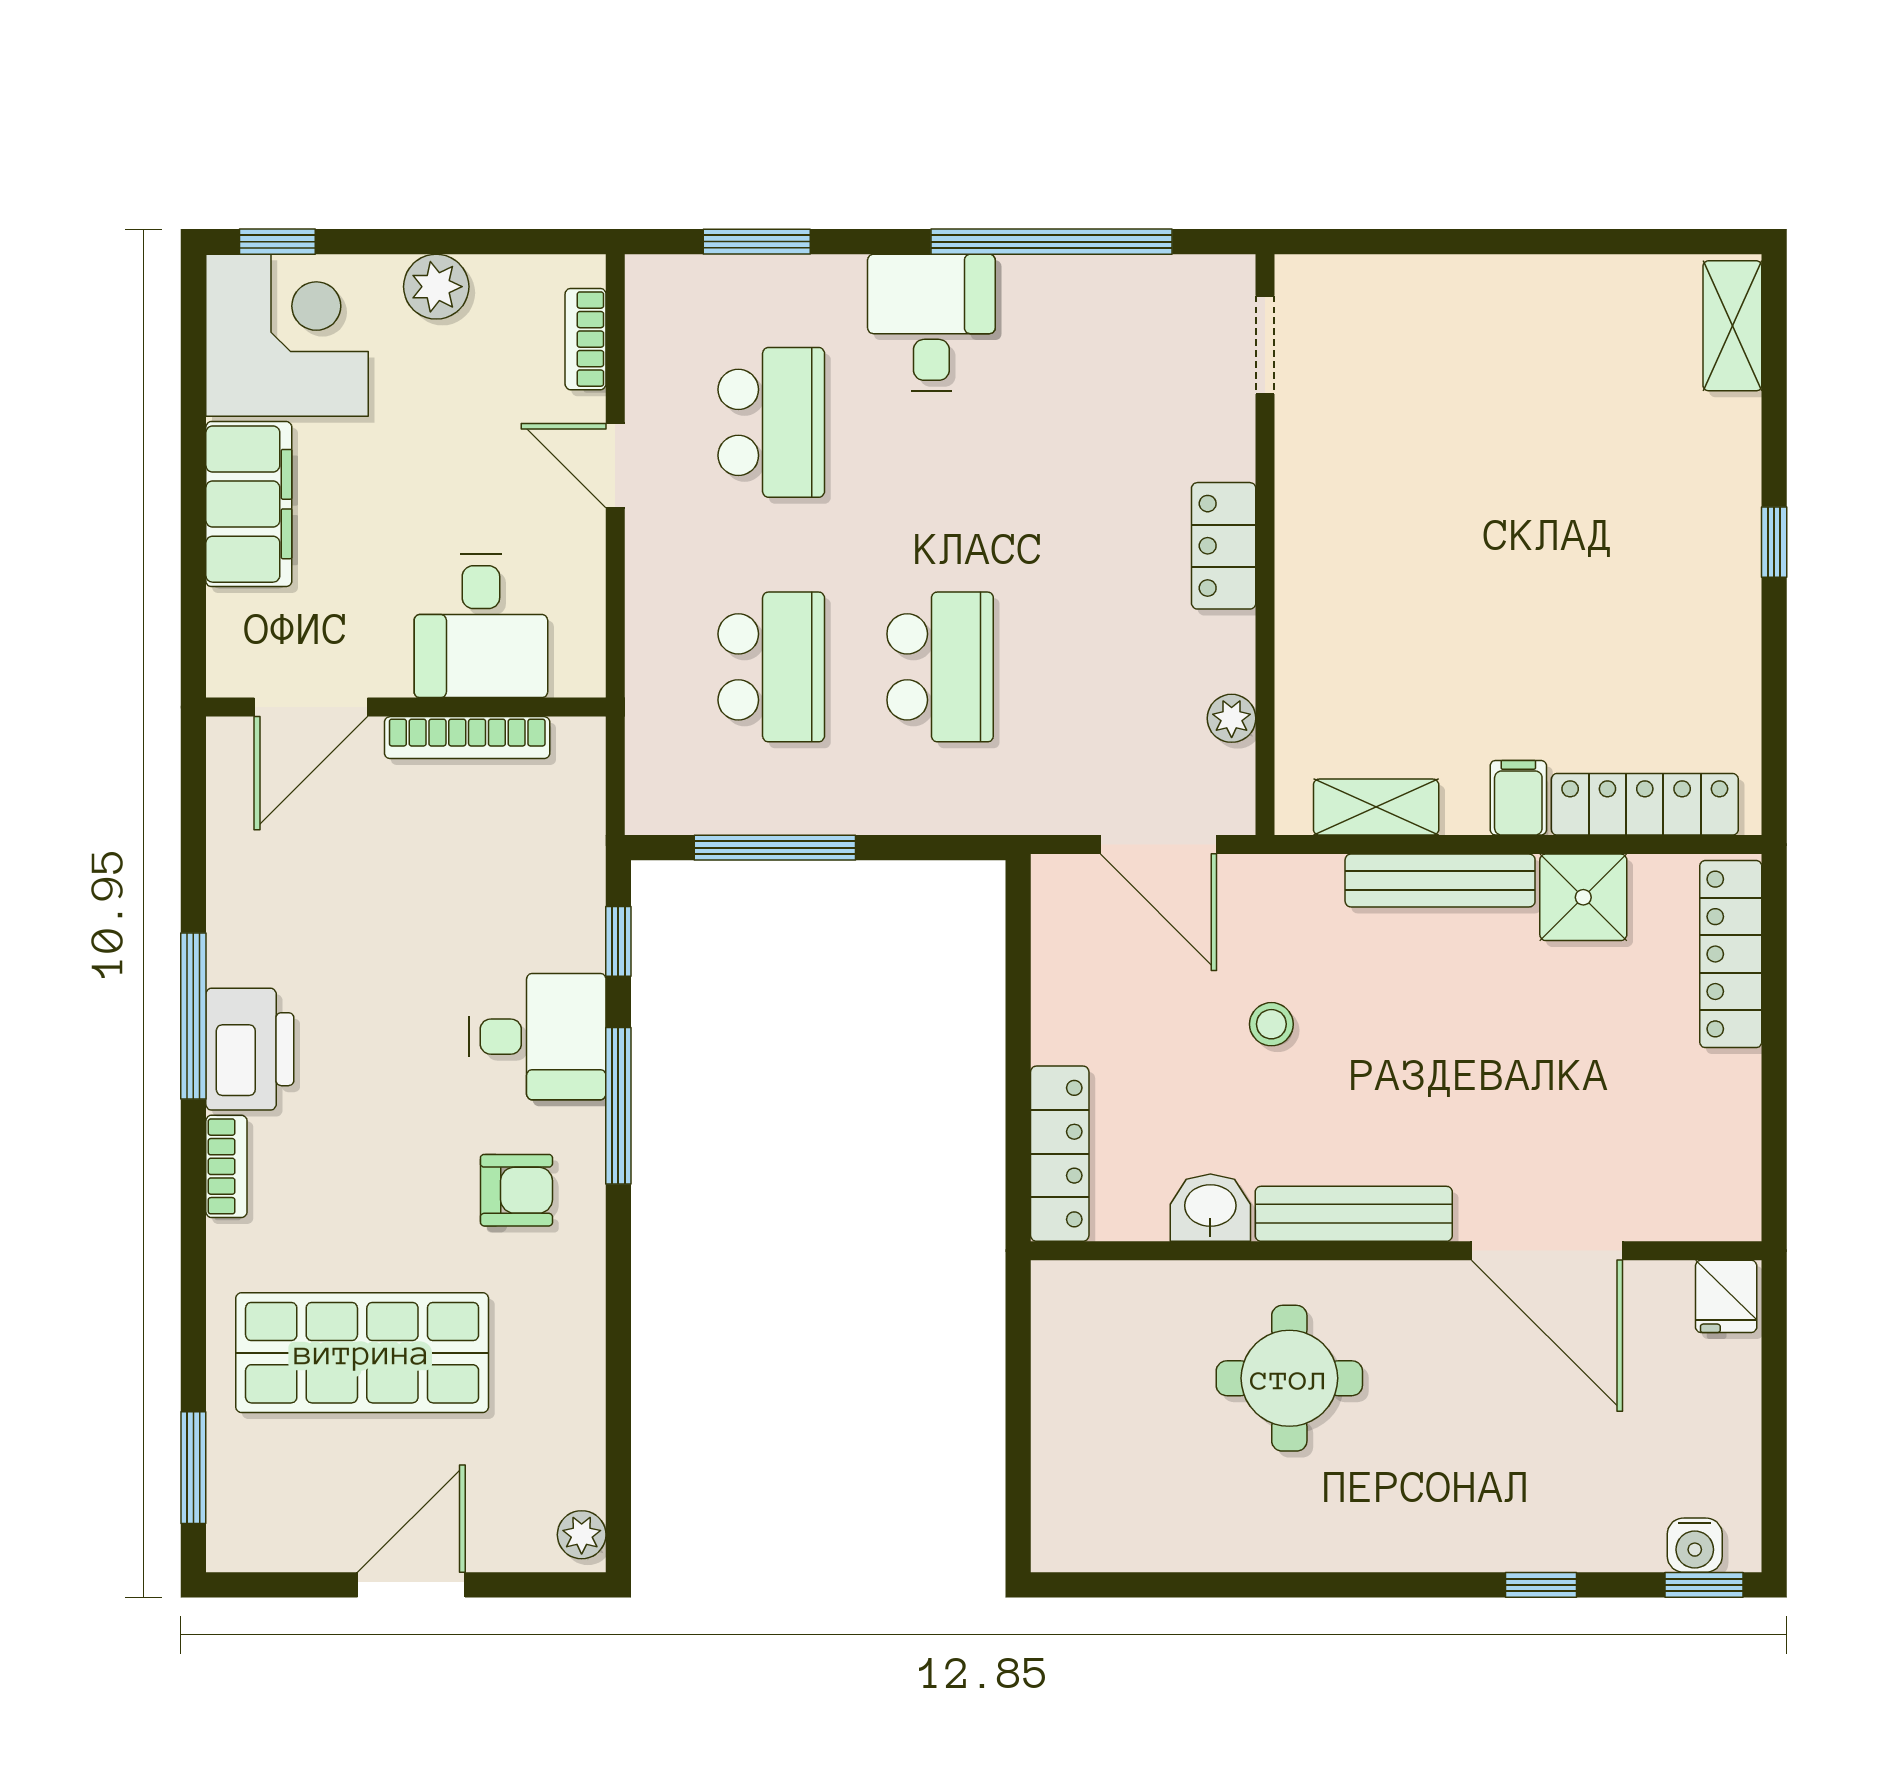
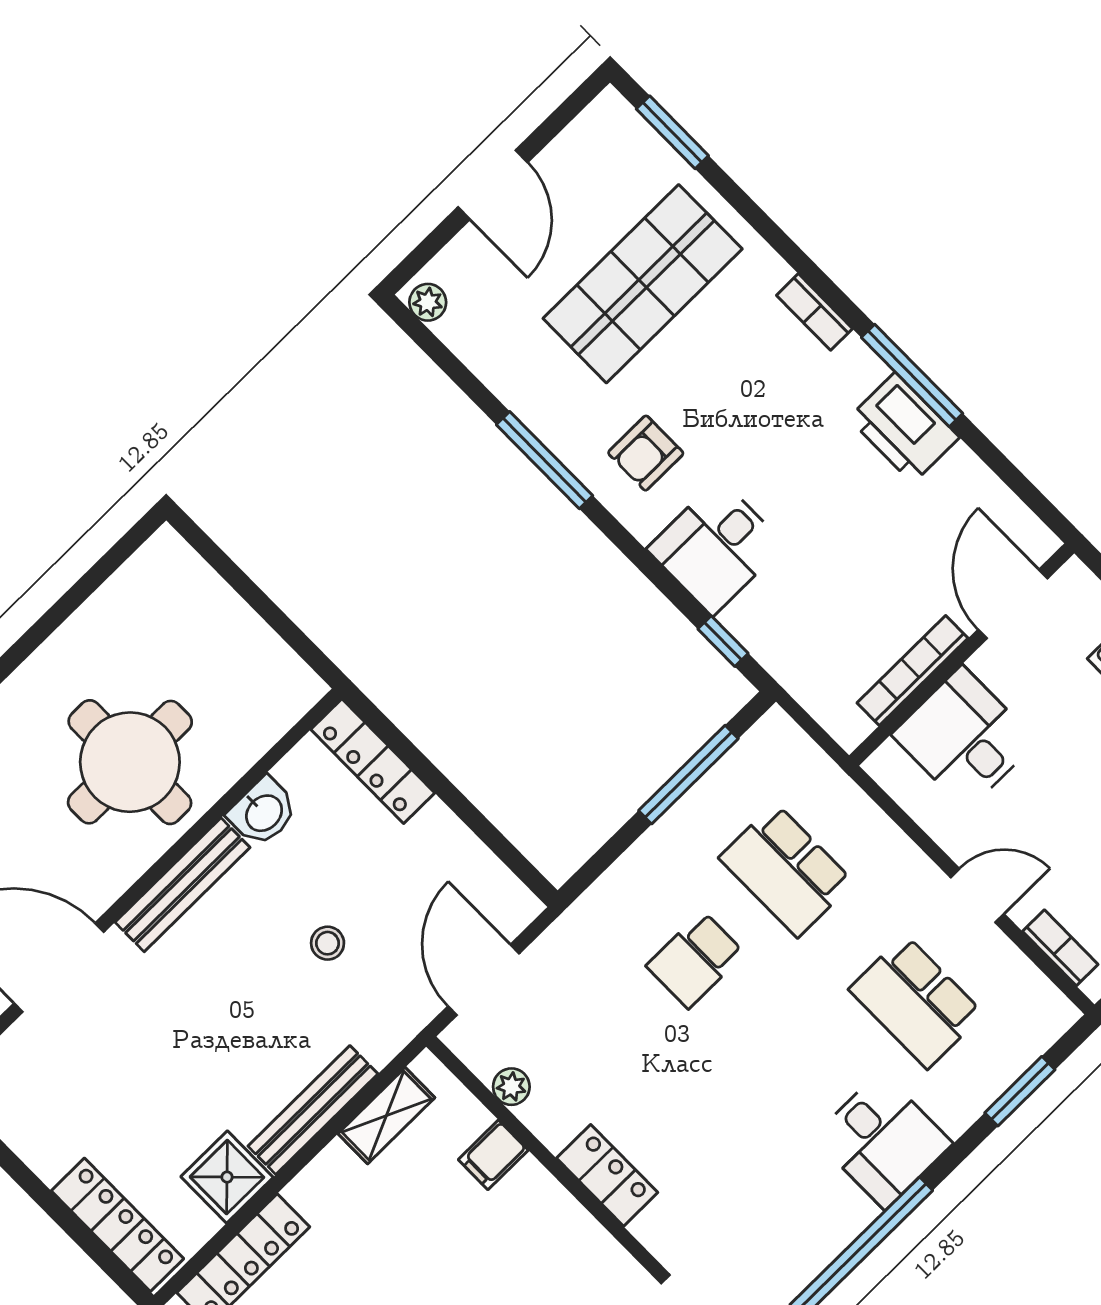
school desk: (940, 667) -> (695, 960), width x0.54
filing cabinet: (1518, 798) -> (493, 1155), moved, turned 90
door: (1158, 845) -> (484, 980), hinge flipped
printer: (250, 1049) -> (904, 428), moved
window: (618, 1106) -> (545, 460), moved
round table: (1289, 1378) -> (130, 762), width x1.36, depth x1.36

